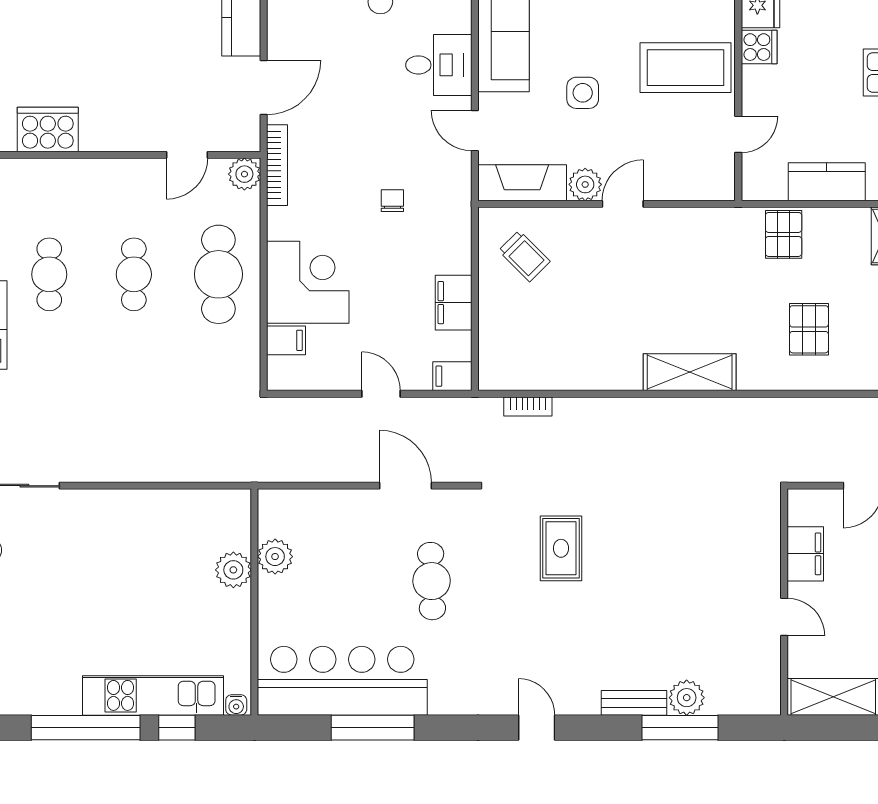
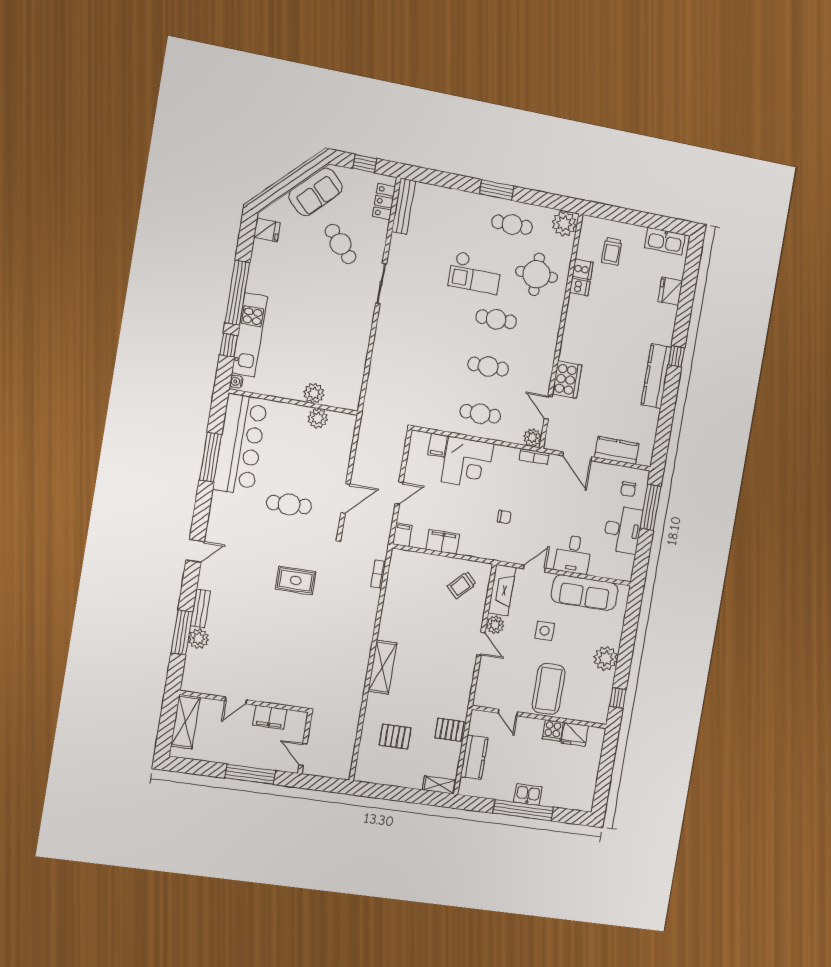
cooker: (48, 129) -> (567, 380), moved
bookcase: (277, 165) -> (534, 456), width x0.64
cafe table: (218, 274) -> (480, 414), width x0.73, depth x0.74

